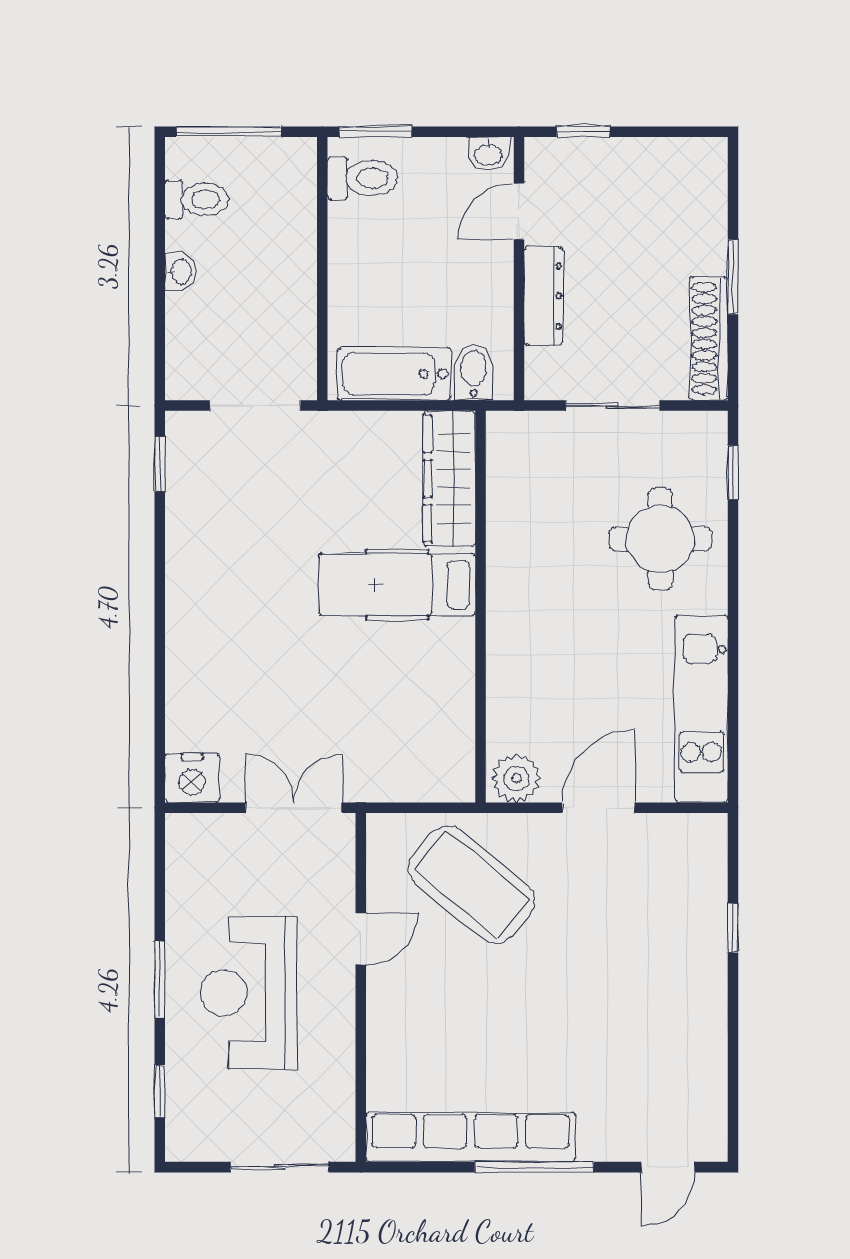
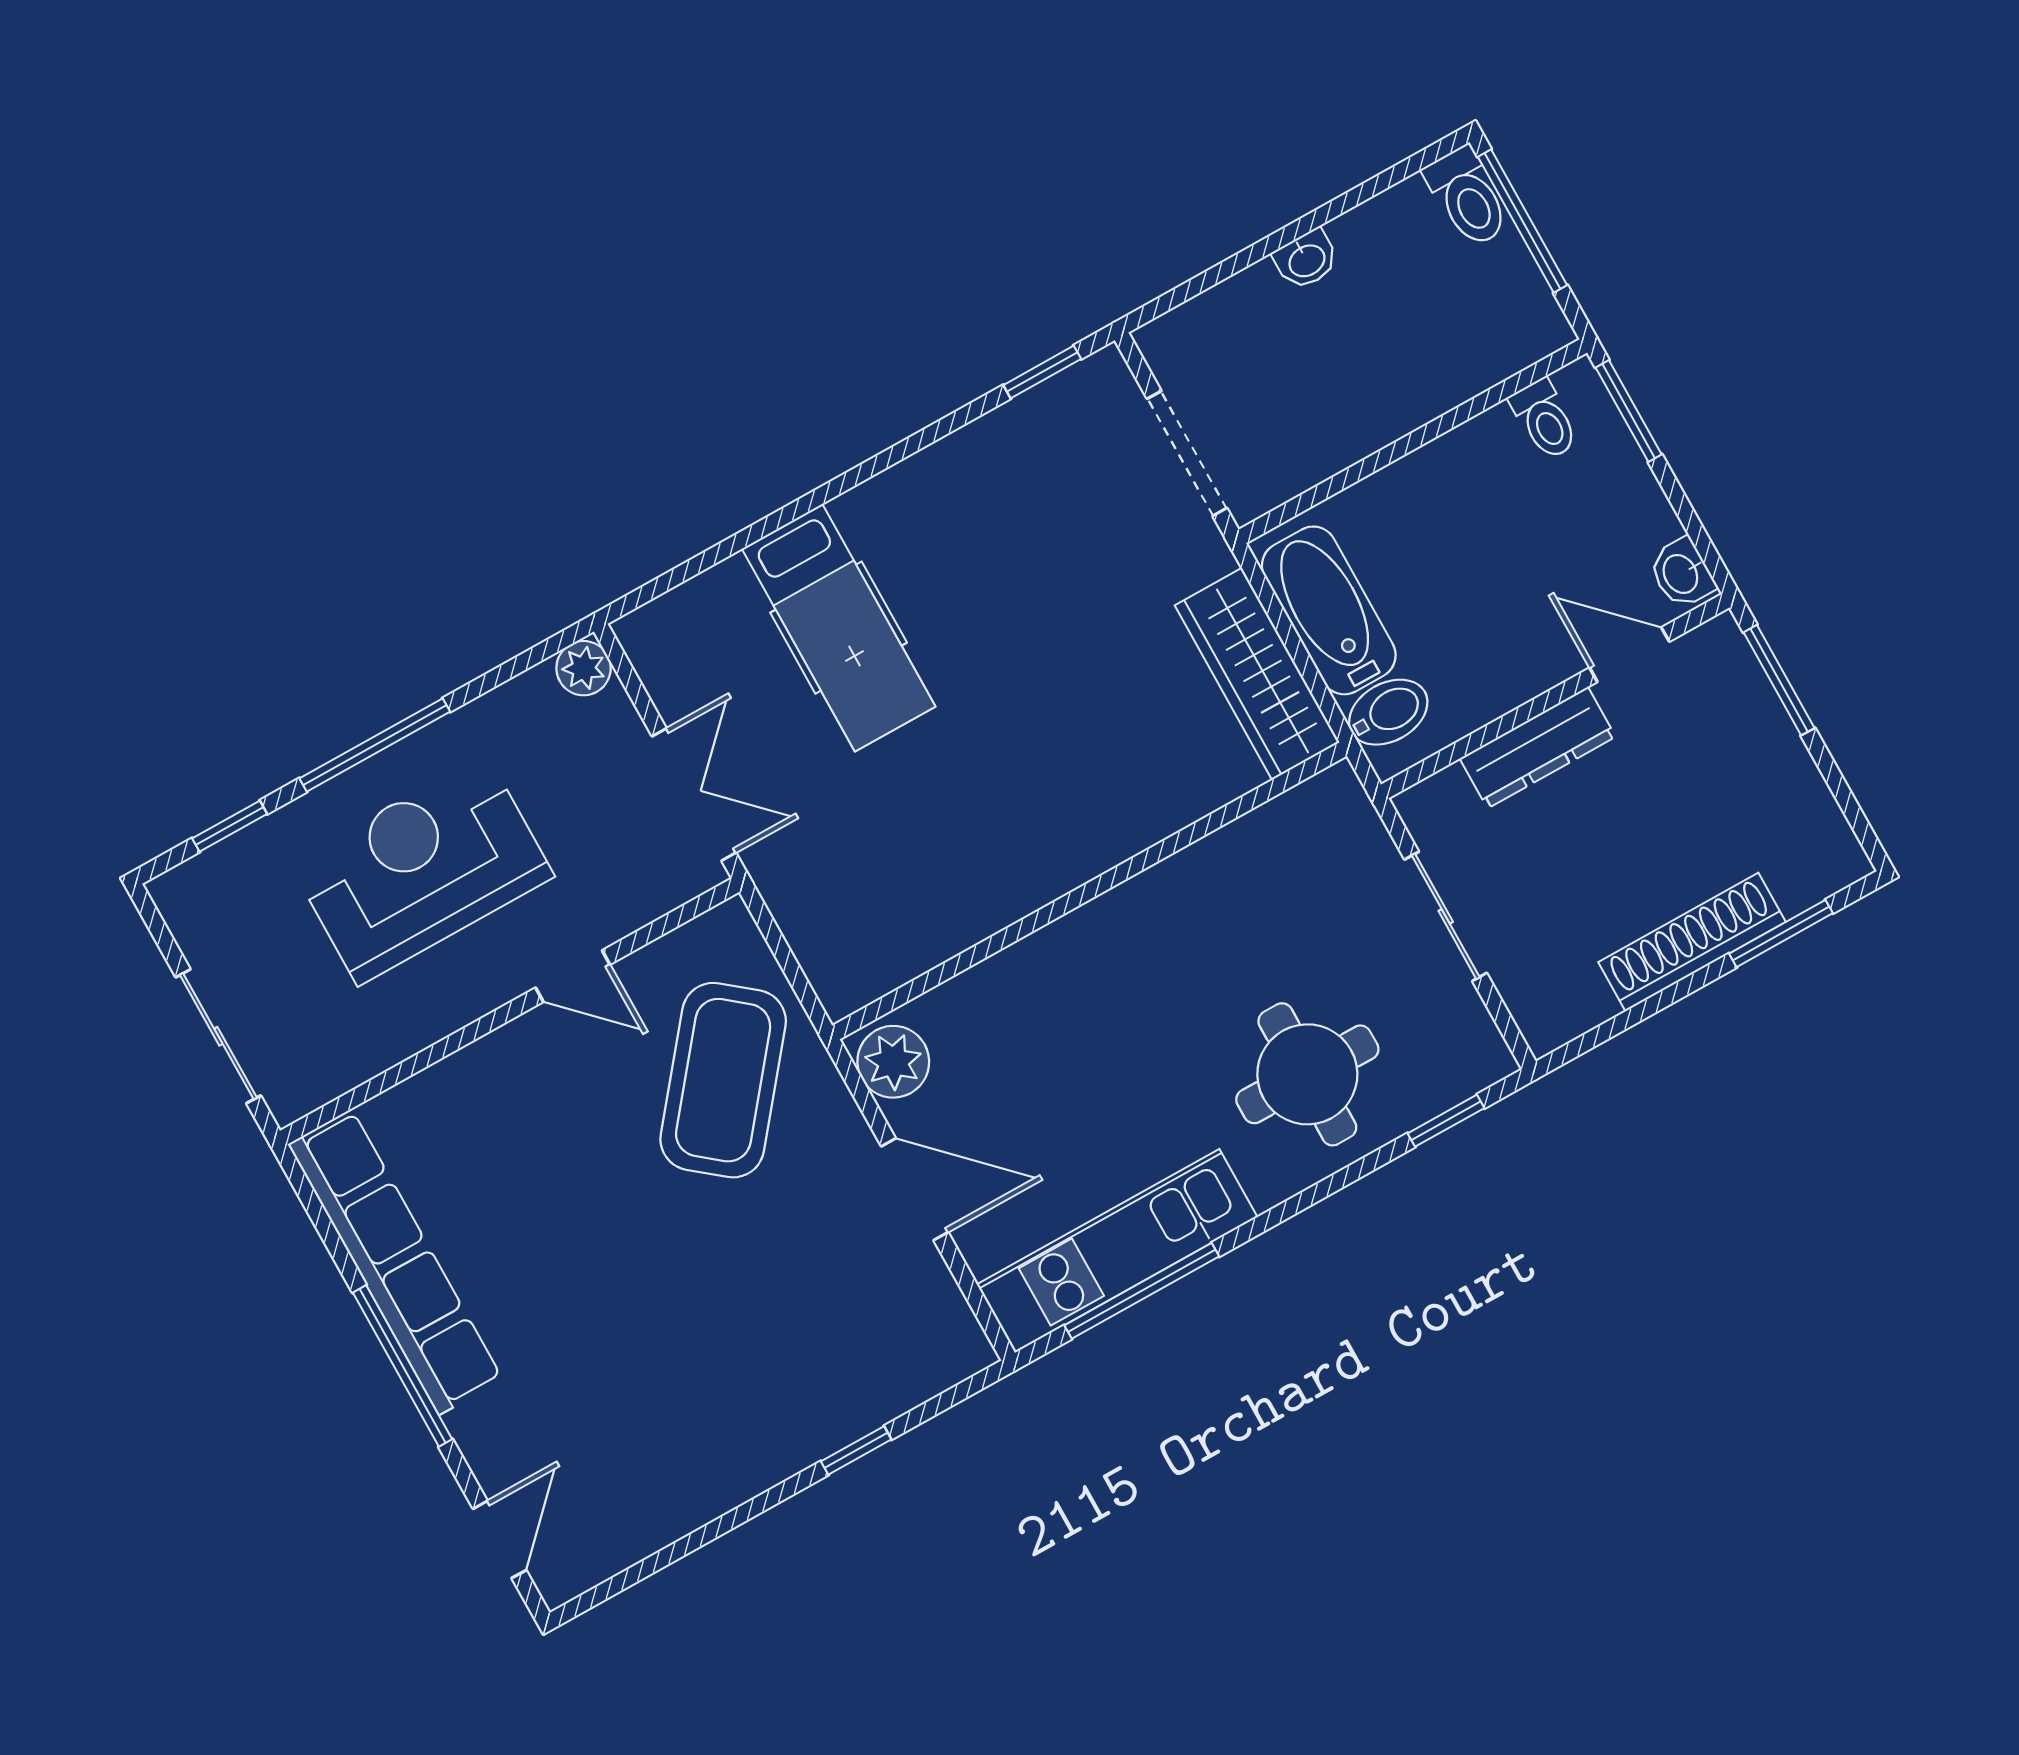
window: (583, 132) -> (1779, 680), width x1.50
toilet: (363, 178) -> (1545, 419), width x0.73, depth x0.72
toilet: (197, 199) -> (1467, 197), moved
window: (733, 277) -> (1781, 933), moved
shoe rack: (709, 339) -> (1692, 942), moved
wardrobe: (449, 478) -> (1257, 674), moved, turned -90
hospital bed: (397, 585) -> (839, 628), moved, turned 180
window: (733, 708) -> (1142, 1291), added
nightstand: (192, 778) -> (659, 641), removed
plant: (183, 831) -> (584, 668), added
window: (160, 979) -> (375, 745), width x1.44
door: (668, 1167) -> (500, 1539), swing flipped

